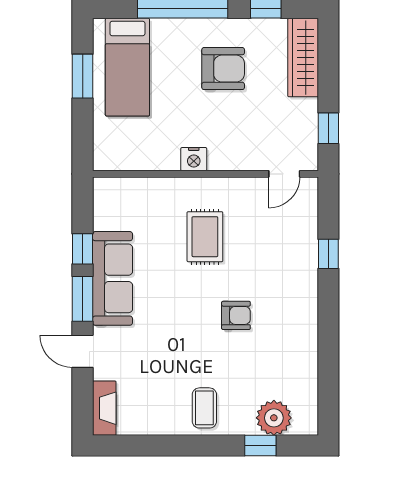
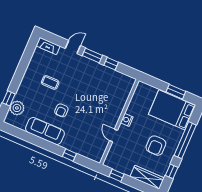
bed: (127, 67) -> (172, 110), width x1.50
door: (284, 174) -> (113, 136), moved
rug: (205, 237) -> (96, 112), removed
sofa: (113, 278) -> (45, 131), moved, turned 180
coffee table: (204, 408) -> (50, 82), moved

